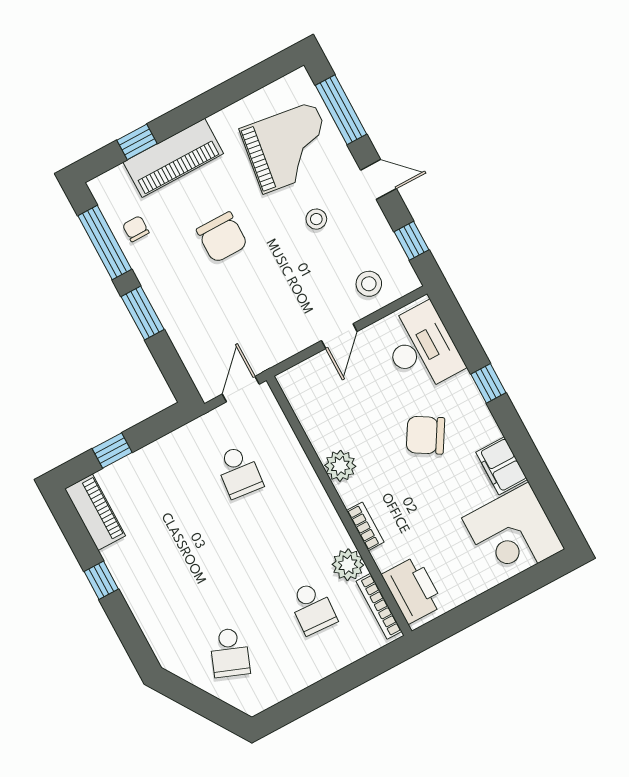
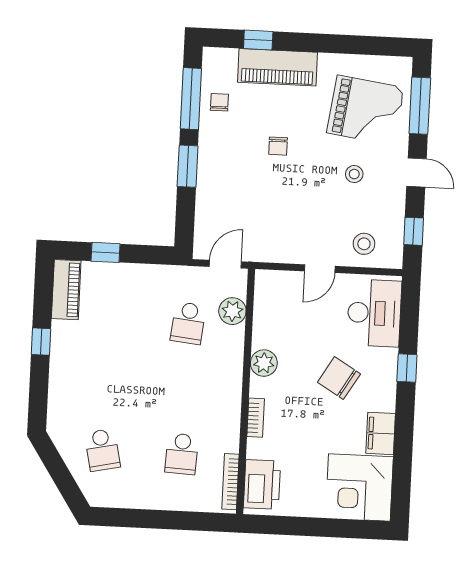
chair: (222, 237) -> (278, 146), width x0.54, depth x0.54
plant: (348, 565) -> (232, 311), moved
school desk: (230, 653) -> (102, 450), turned -33

